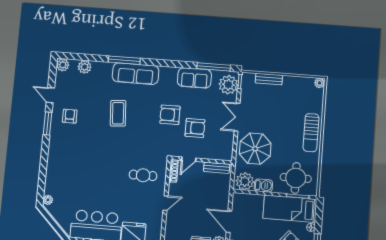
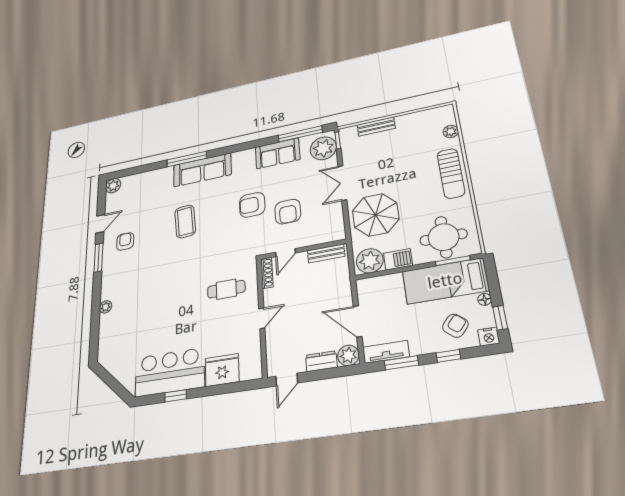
plant: (85, 67) -> (139, 180), removed
plant: (319, 83) -> (451, 131), moved
door: (50, 95) -> (100, 224), swing flipped
armchair: (195, 128) -> (288, 212), turned 90
plant: (48, 200) -> (106, 307), moved

